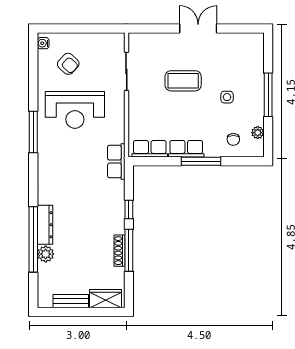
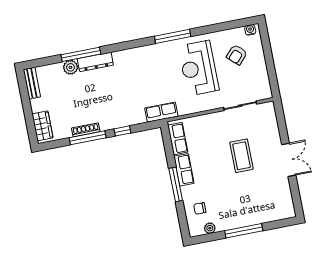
side table: (227, 97) -> (235, 196), removed
window: (33, 239) -> (81, 54), width x0.68
bench: (71, 301) -> (32, 83), moved

